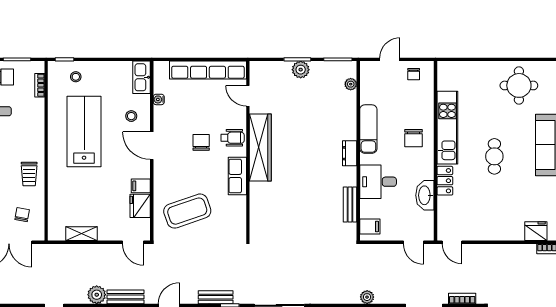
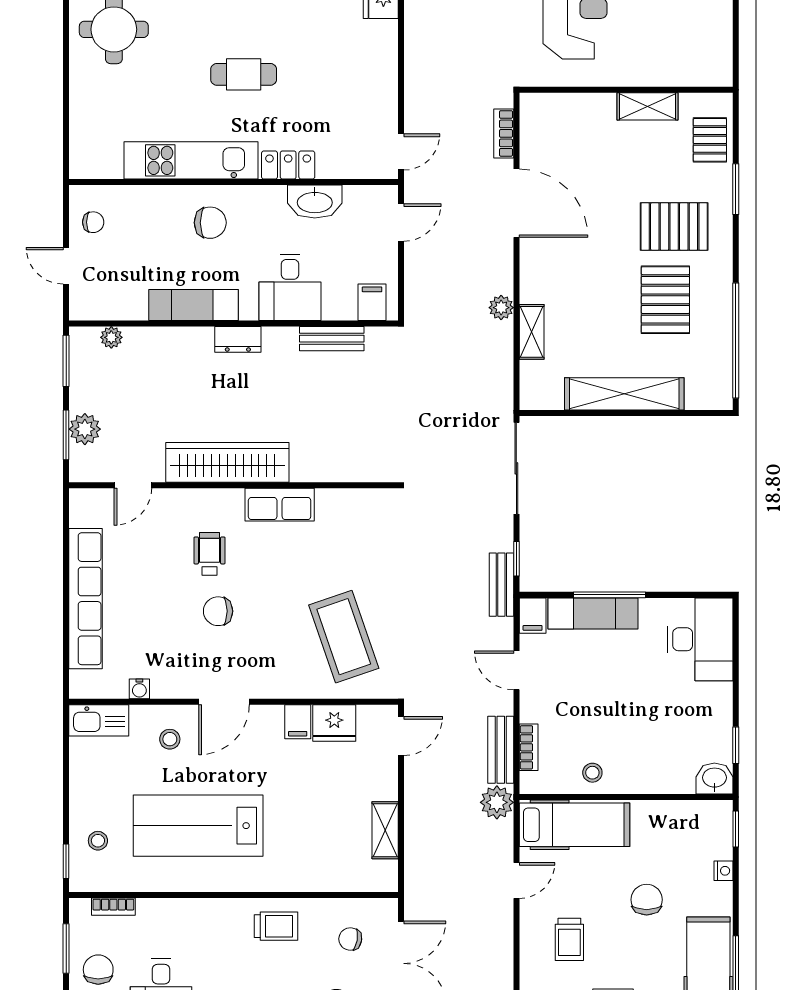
door: (248, 96) -> (133, 485), moved
wardrobe: (260, 147) -> (227, 462), moved
wall: (248, 151) -> (233, 485), moved
row of seats: (237, 176) -> (280, 505), moved

